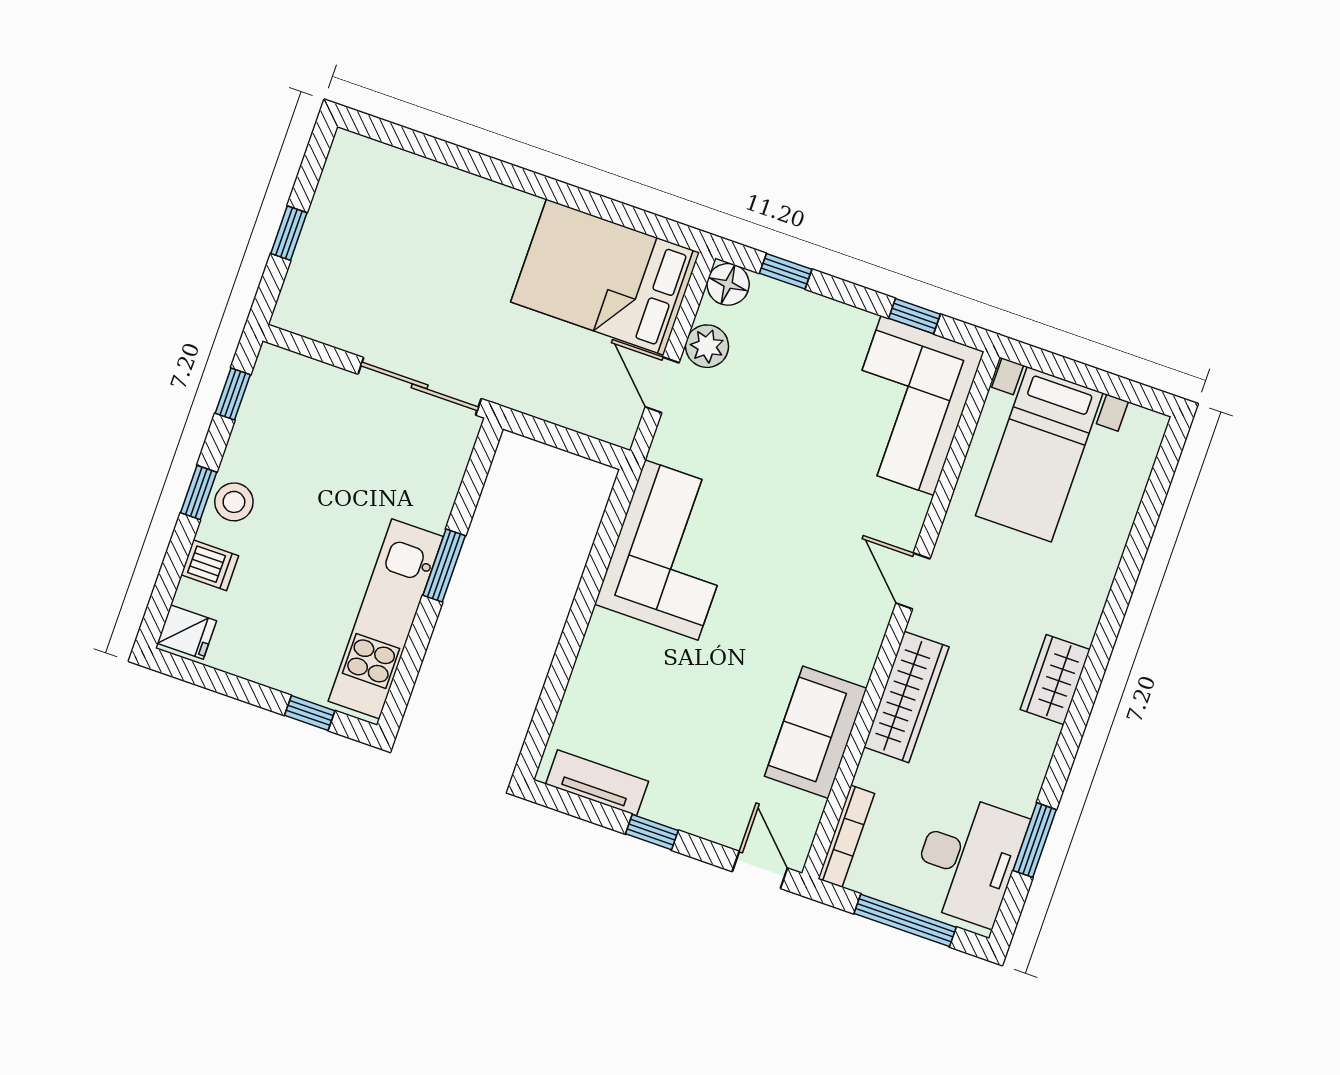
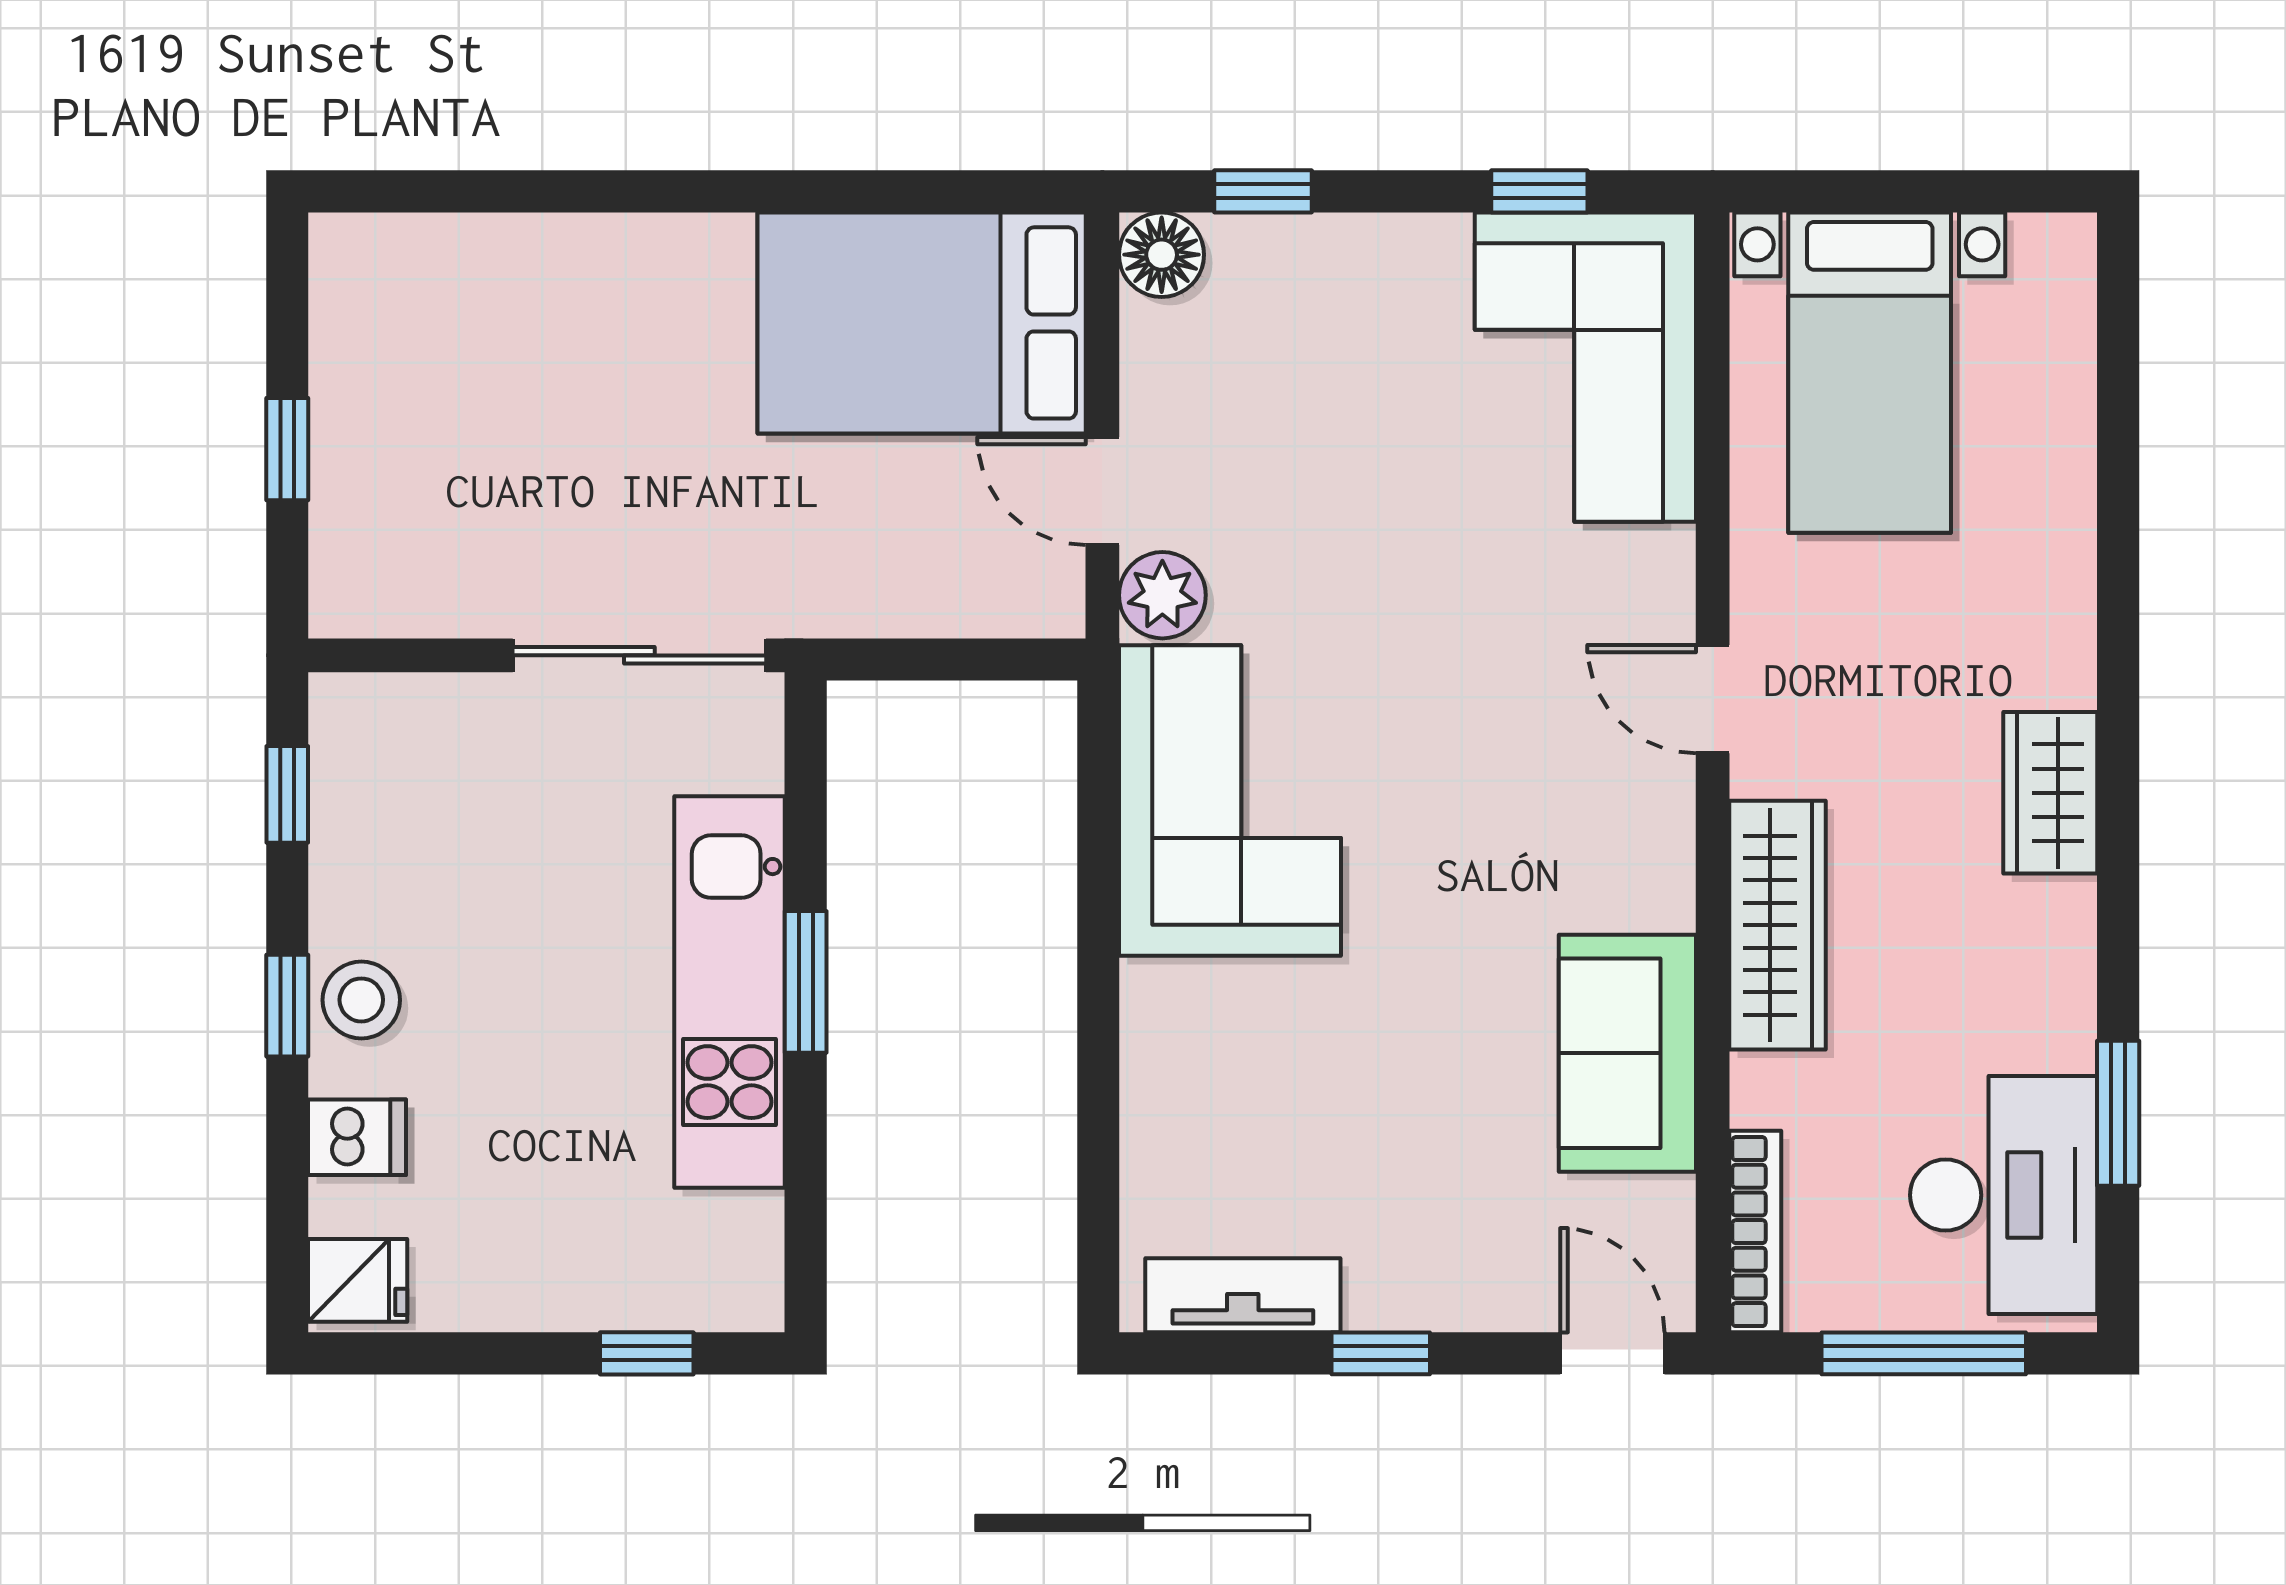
plant: (707, 346) -> (1162, 595), moved
kitchen unit: (386, 619) -> (730, 992), moved

